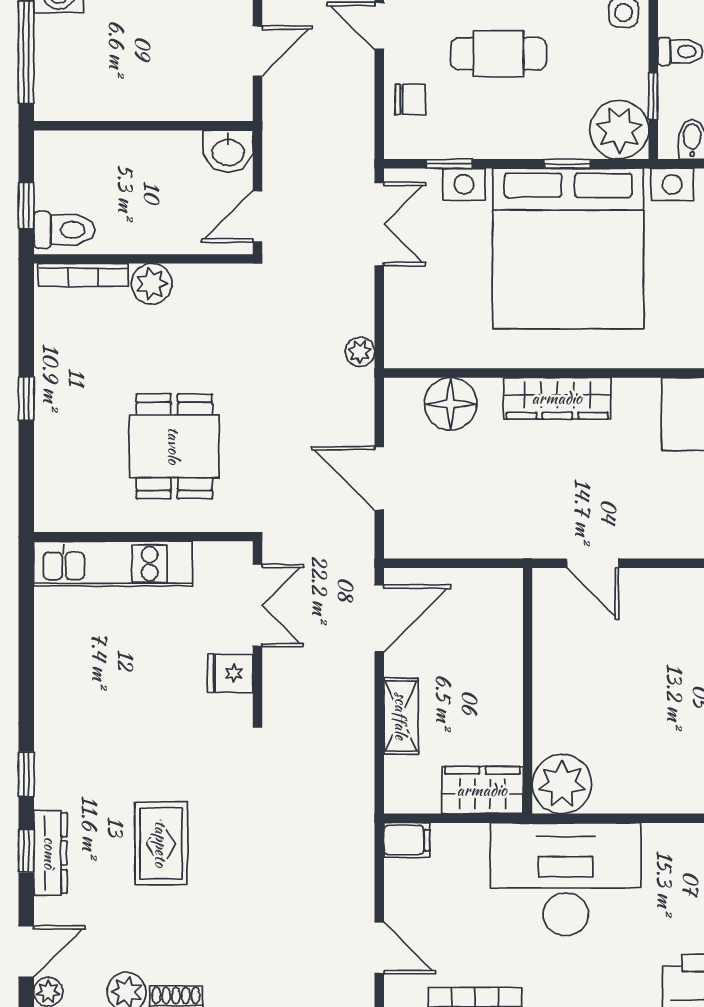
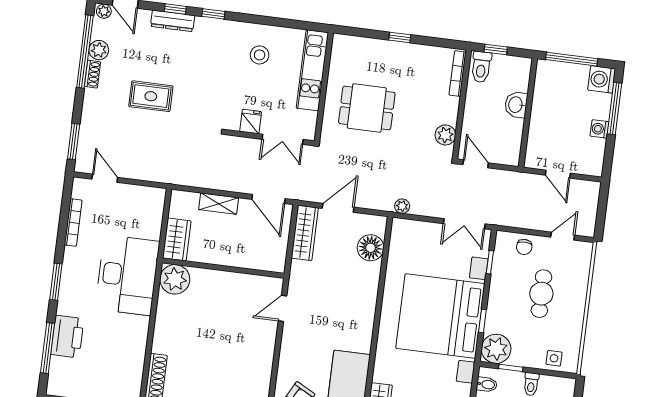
washbasin: (228, 151) -> (516, 105), moved
plant: (152, 284) -> (445, 135), moved
wardrobe: (557, 398) -> (305, 233), moved, turned 180
stool: (96, 672) -> (260, 55), added
filing cabinet: (407, 840) -> (157, 199), removed
rug: (161, 844) -> (151, 96), moved
door: (379, 948) -> (105, 178), swing flipped

